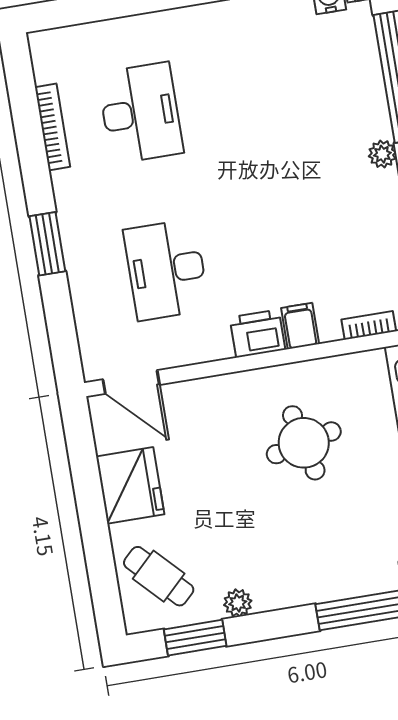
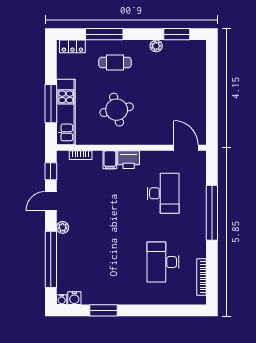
bookcase: (52, 127) -> (202, 277), moved
window: (47, 244) -> (212, 213), width x2.11
fridge: (130, 485) -> (194, 104), removed
cafe table: (159, 576) -> (115, 62), moved, turned -46

